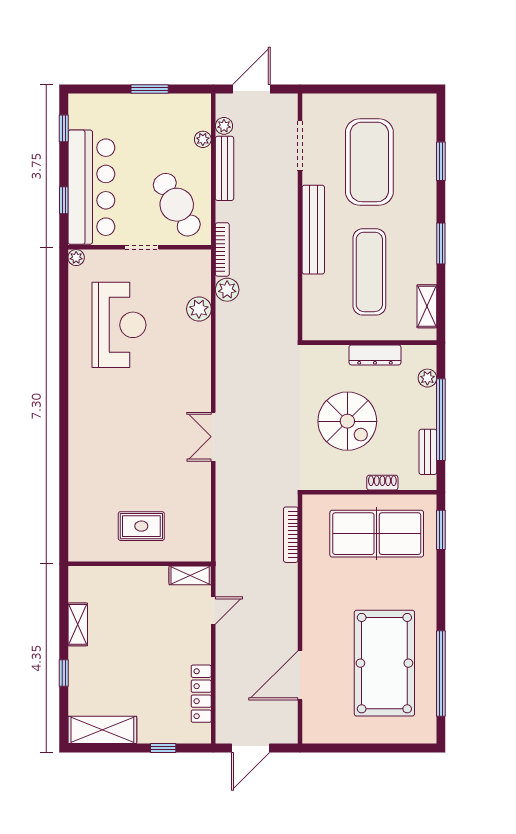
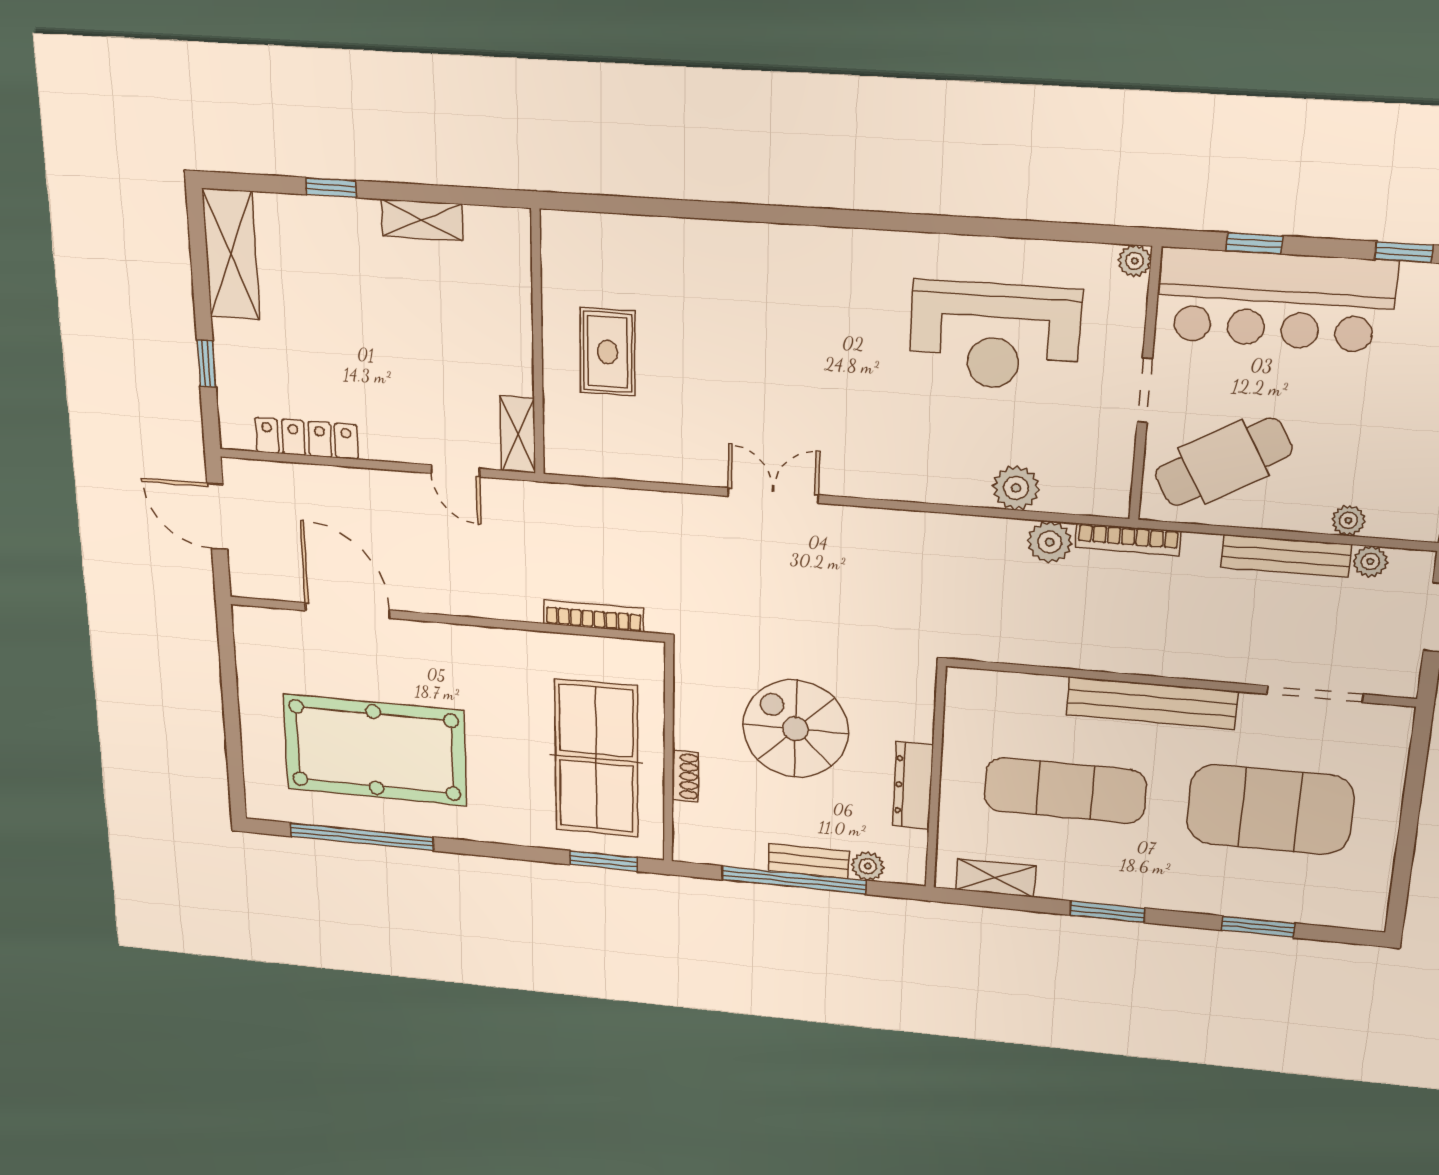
spiral stairs: (347, 421) -> (796, 729), turned 90
bench: (428, 452) -> (808, 861), moved

